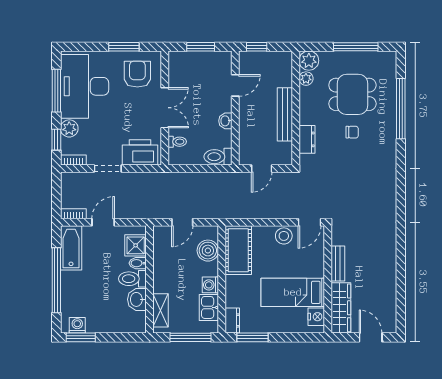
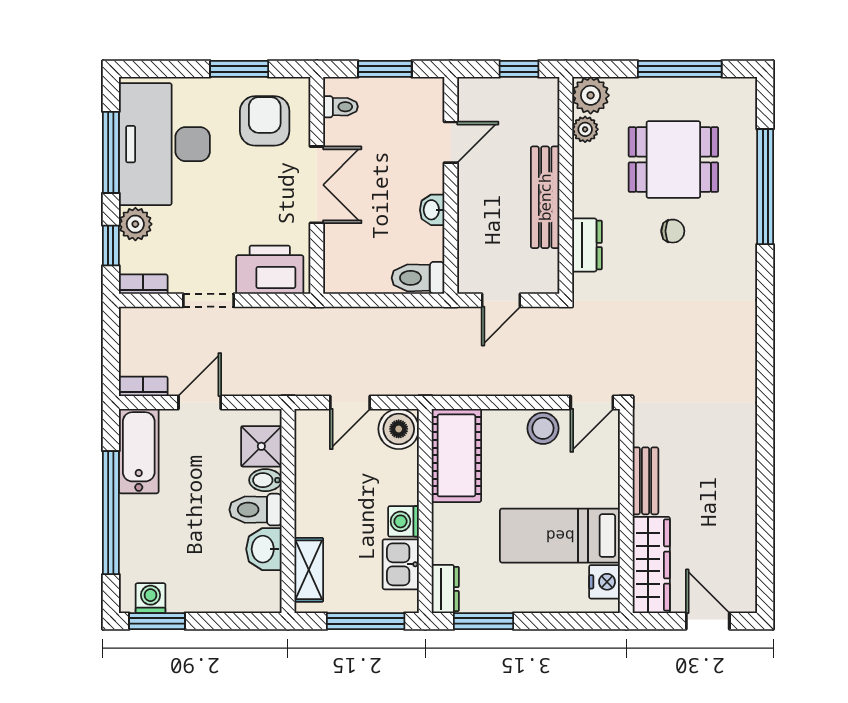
window: (257, 47) -> (519, 69), moved
toilet: (177, 142) -> (340, 107), moved
boiler: (208, 251) -> (399, 429), moved

